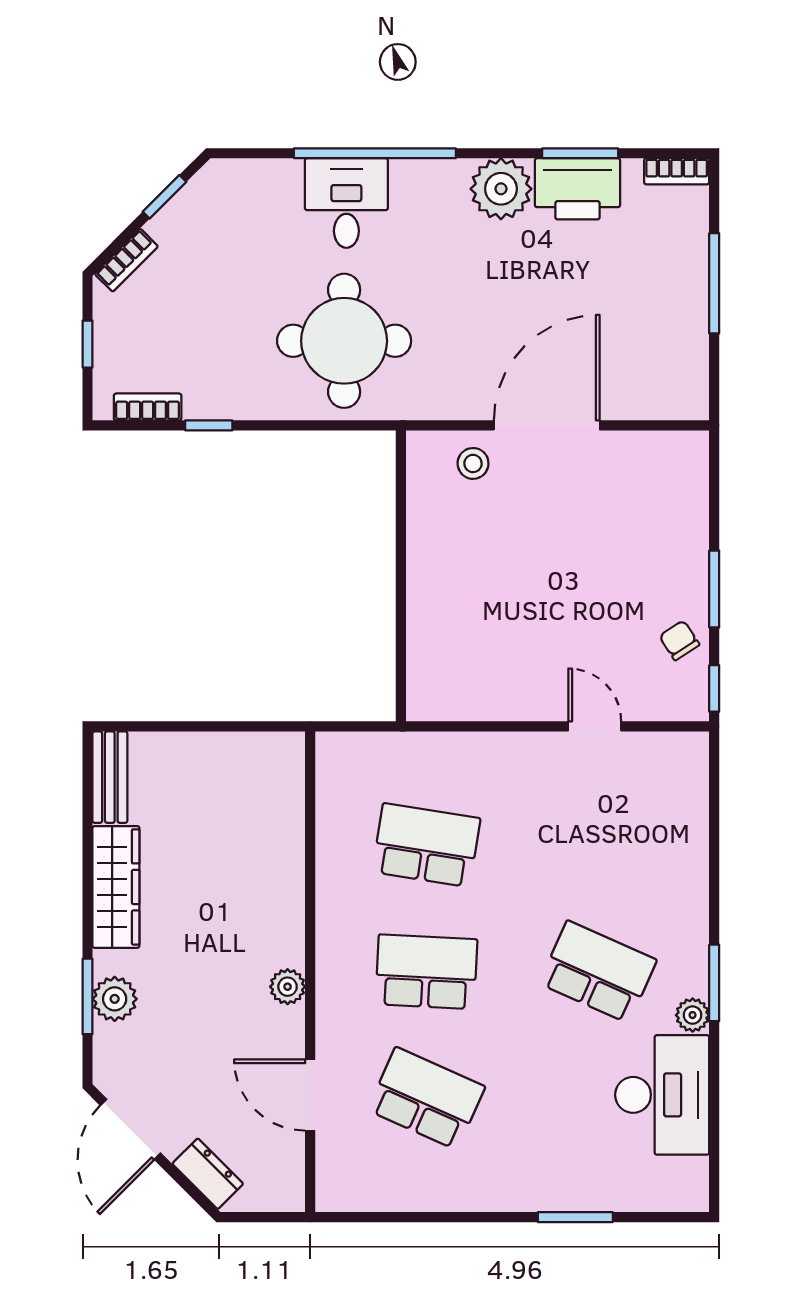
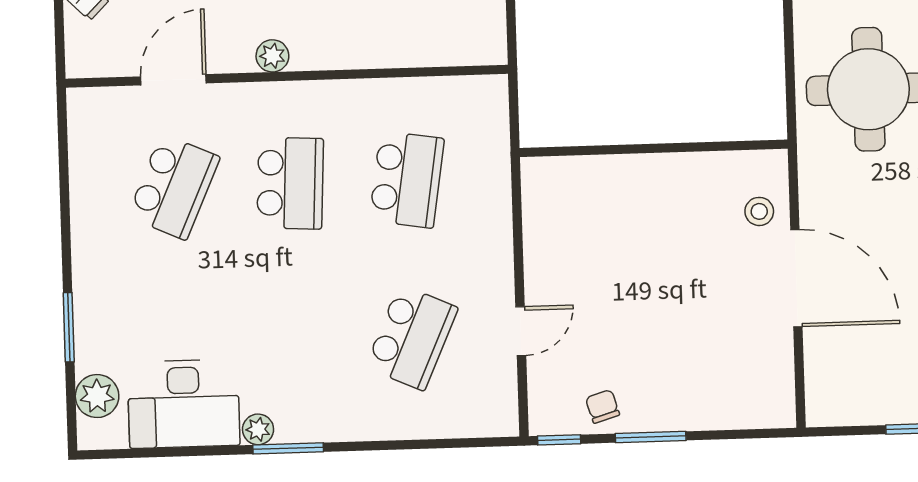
chair: (679, 640) -> (602, 406), turned -74
school desk: (598, 972) -> (412, 337), moved
plant: (651, 1189) -> (97, 396), added

